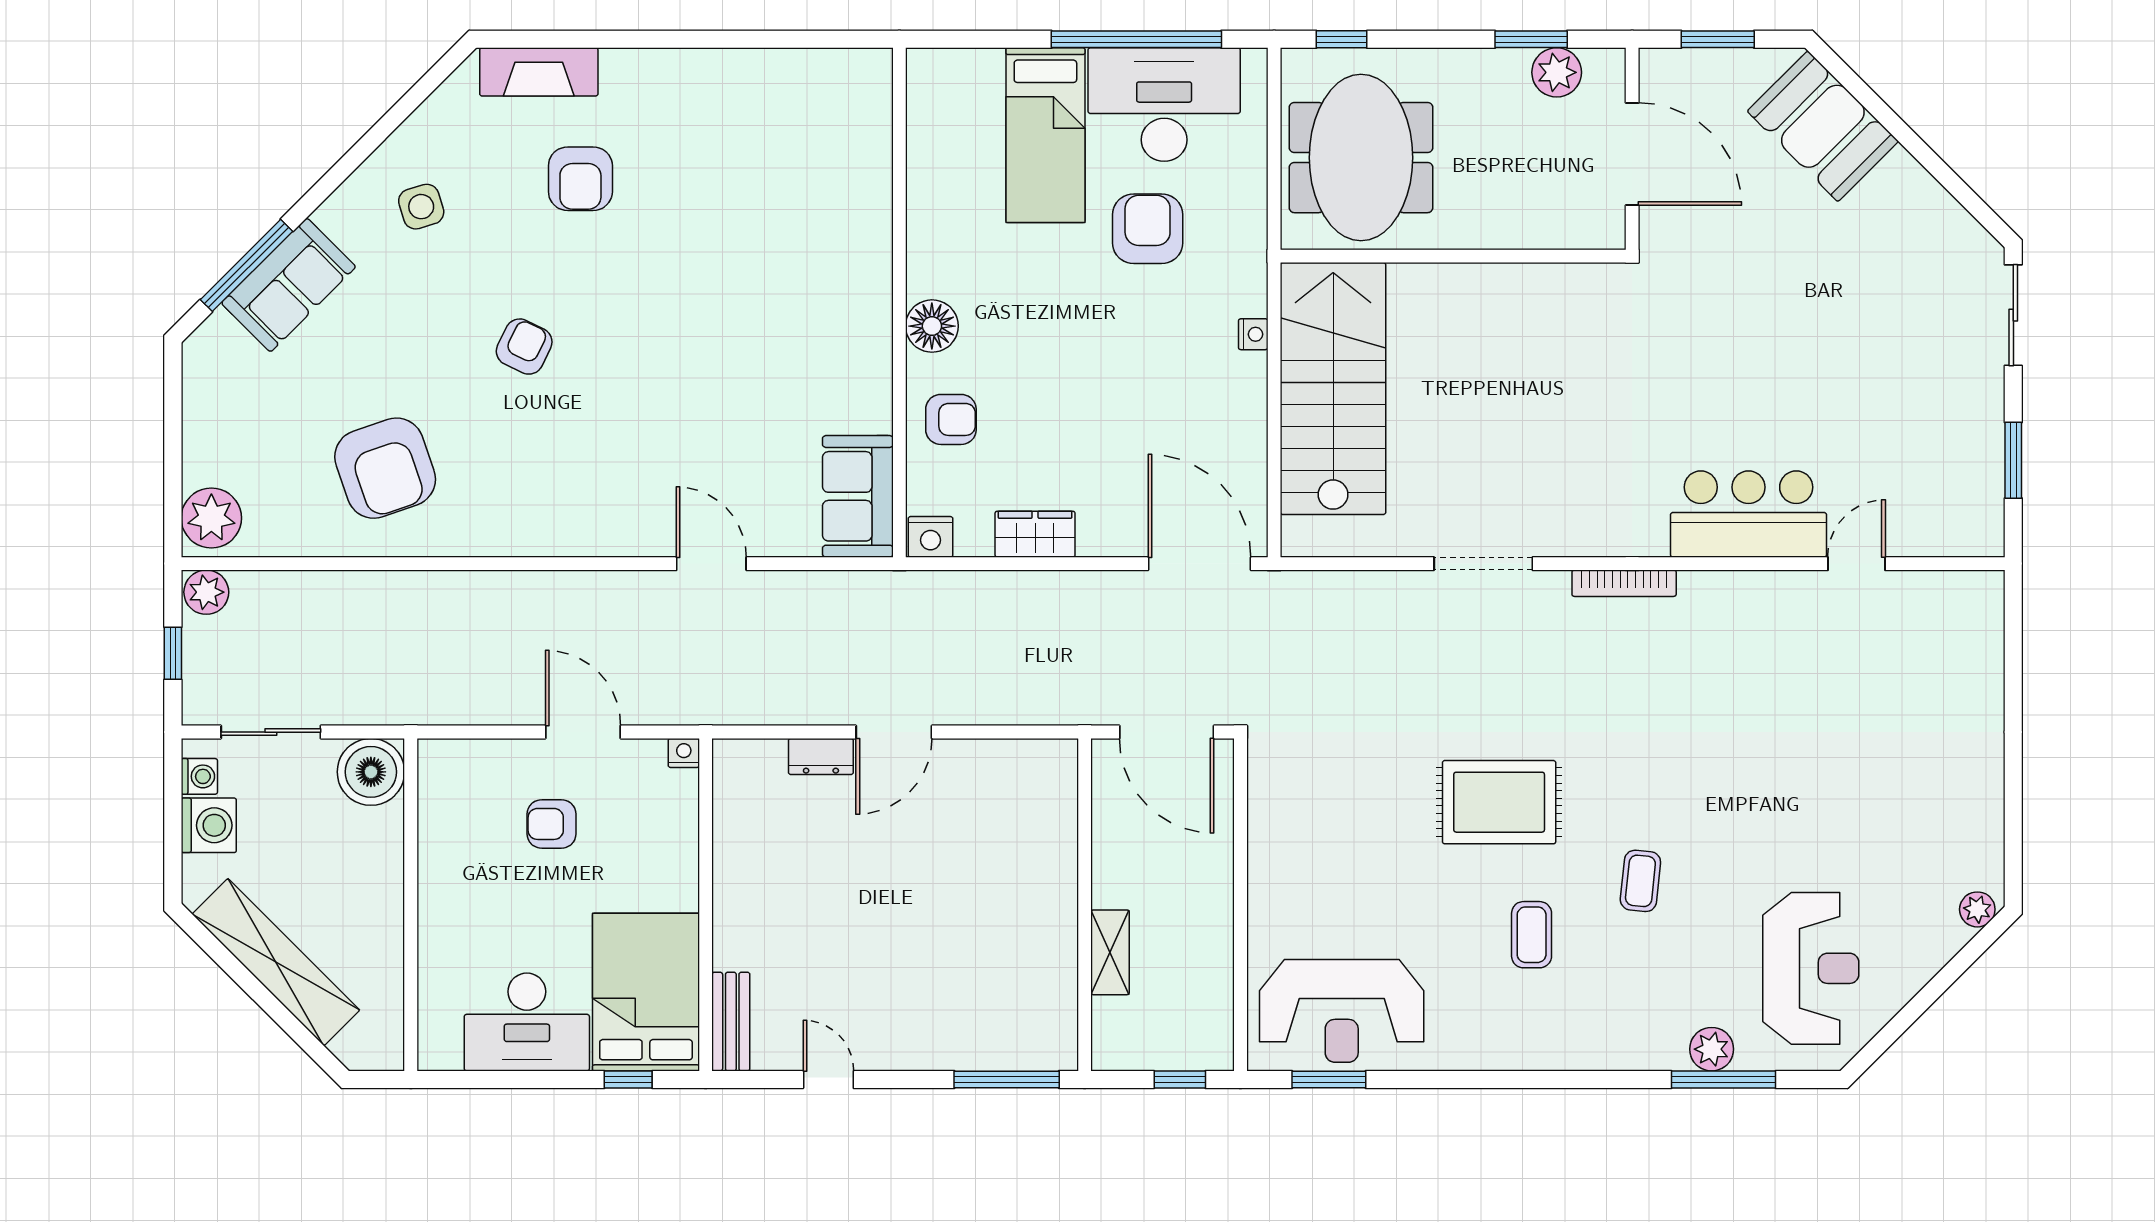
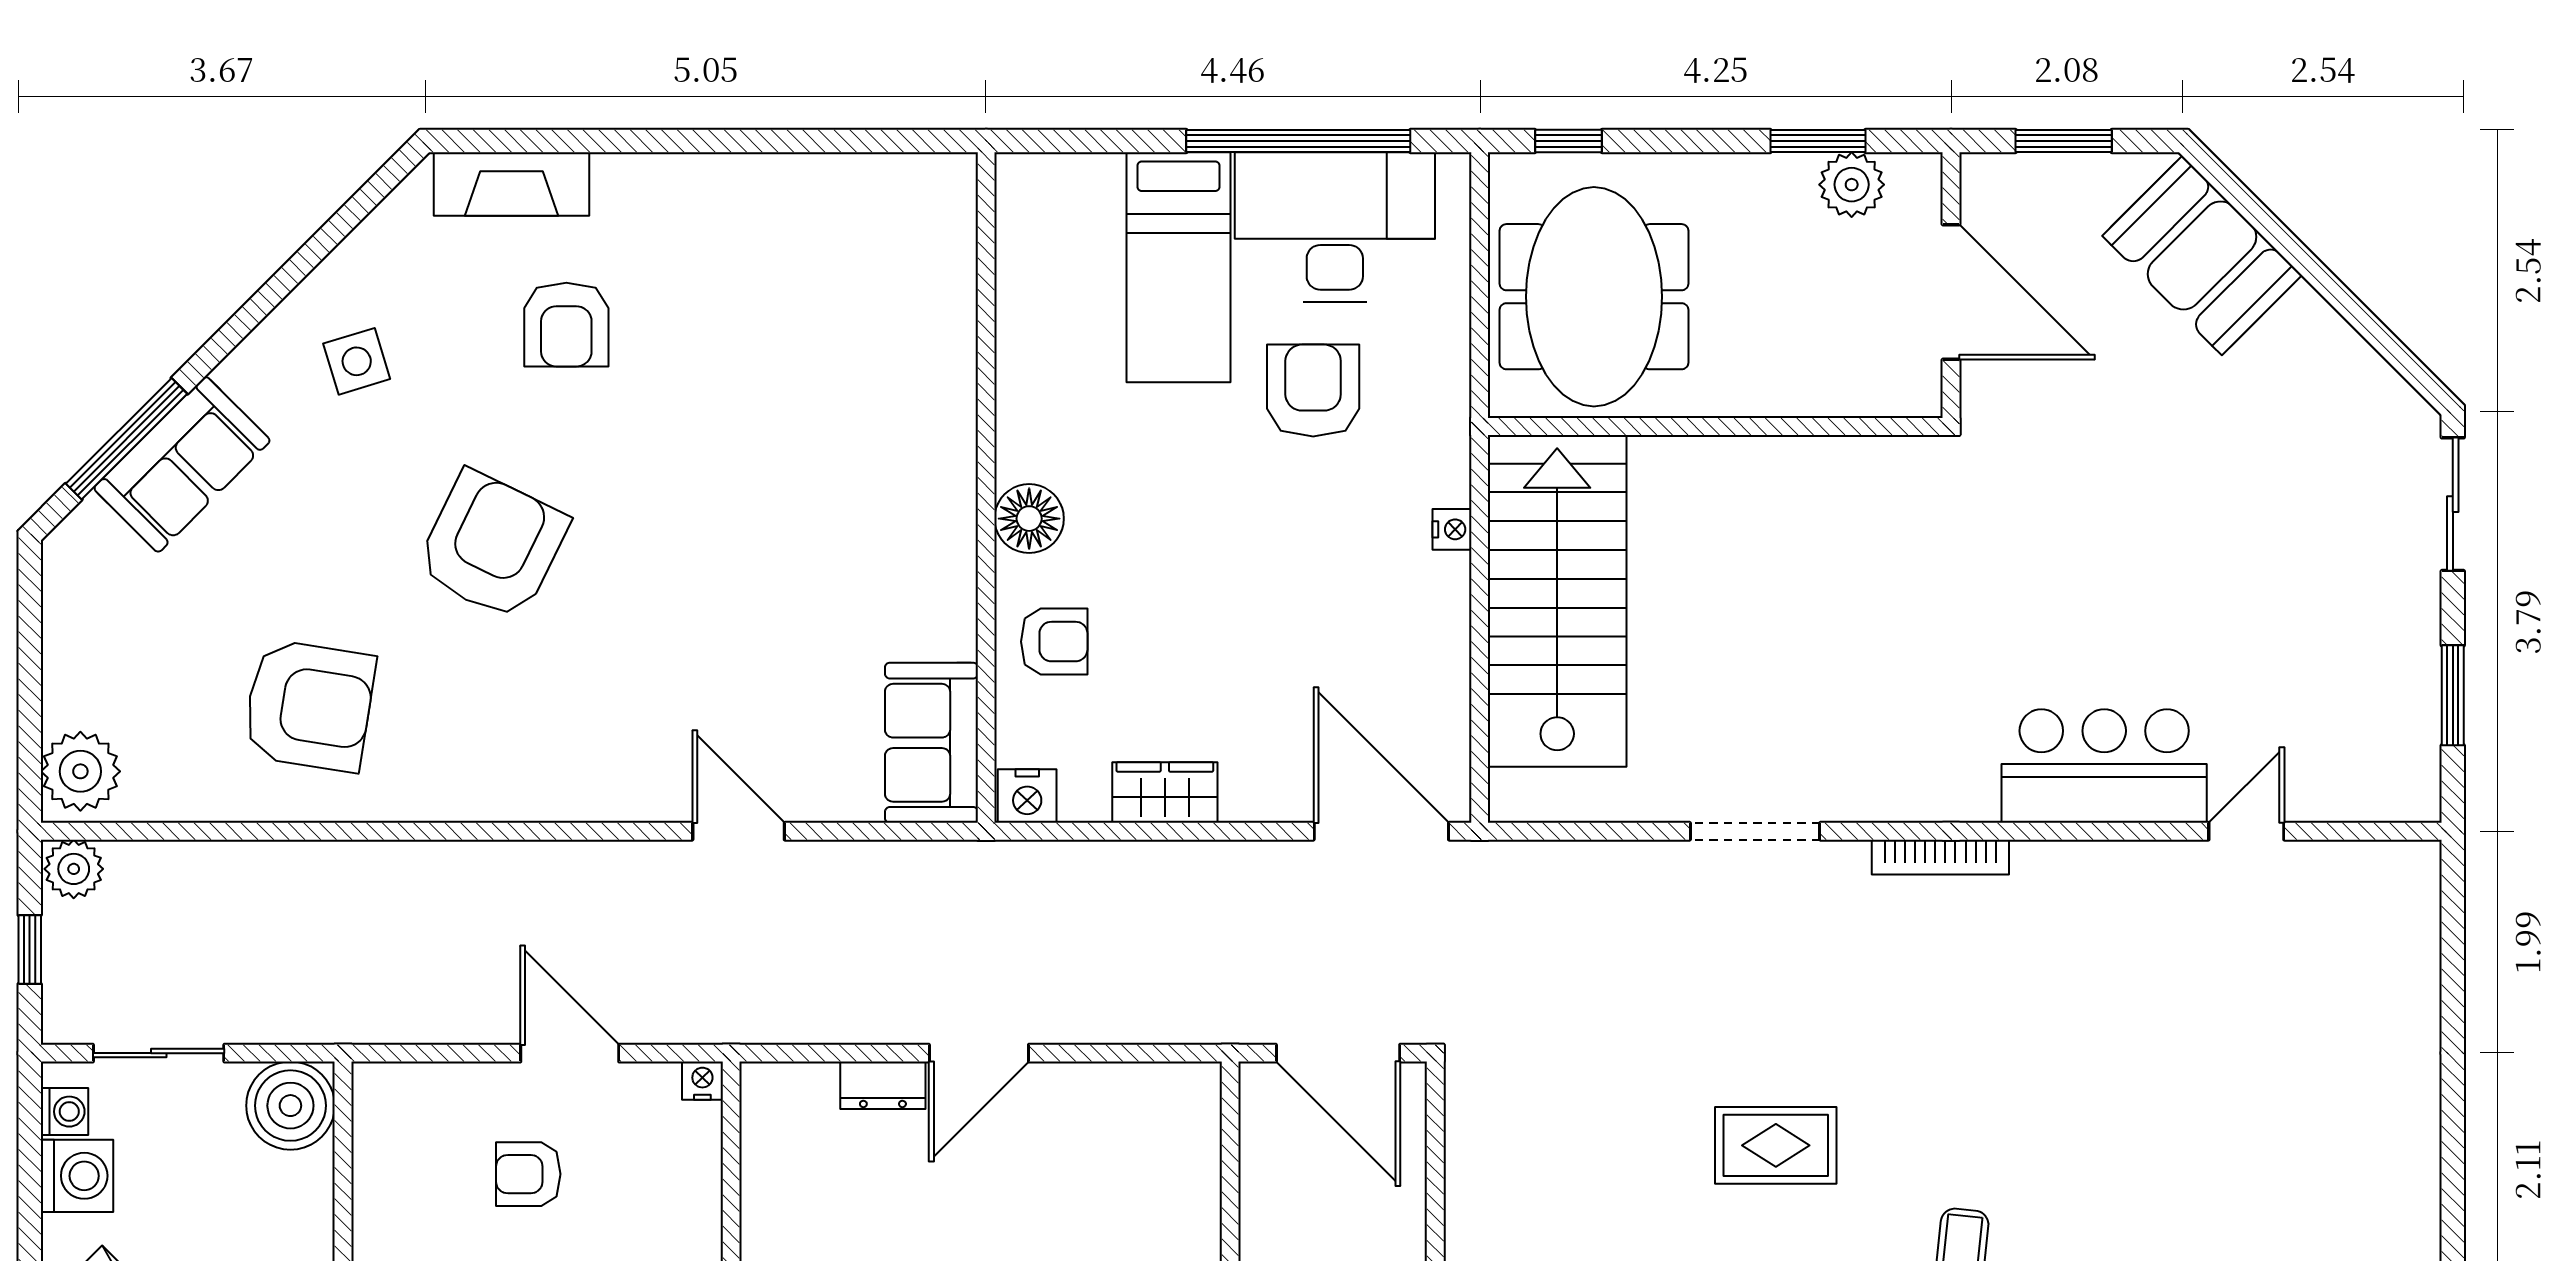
armchair: (524, 347) -> (492, 546), width x1.88, depth x1.88
armchair: (385, 468) -> (309, 706), turned -62
rug: (1499, 802) -> (1776, 1145), width x0.73, depth x0.70

